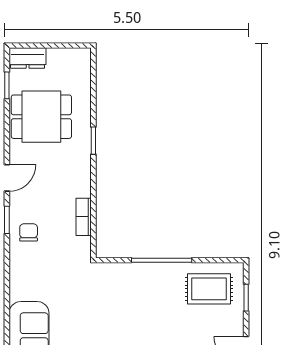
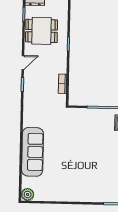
chair: (29, 232) -> (34, 91), removed

